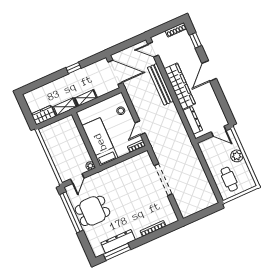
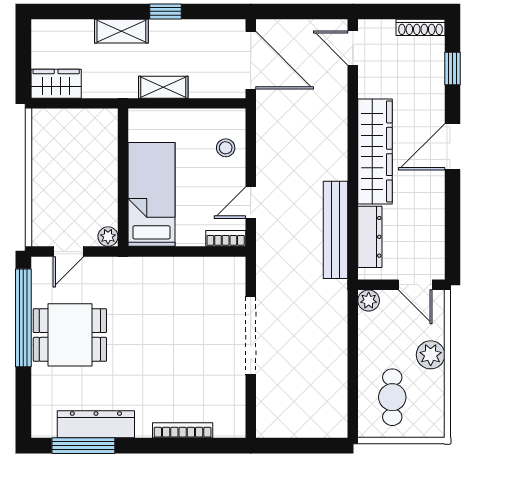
bench: (160, 84) -> (336, 230), moved
shelving: (65, 107) -> (121, 31), moved
plant: (203, 146) -> (369, 301), added

